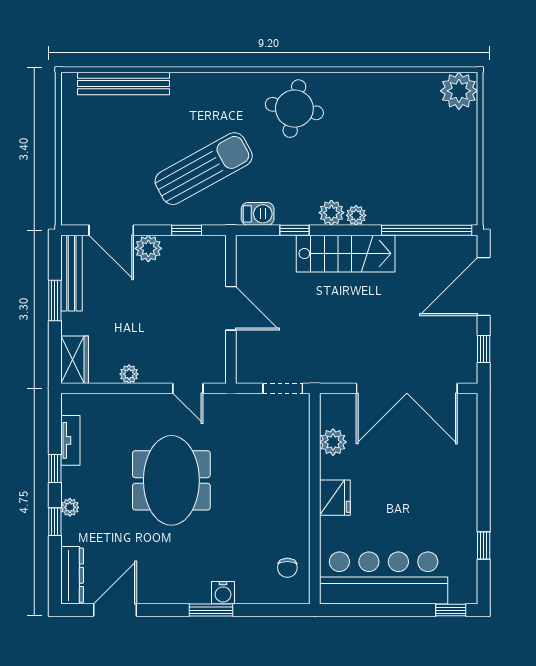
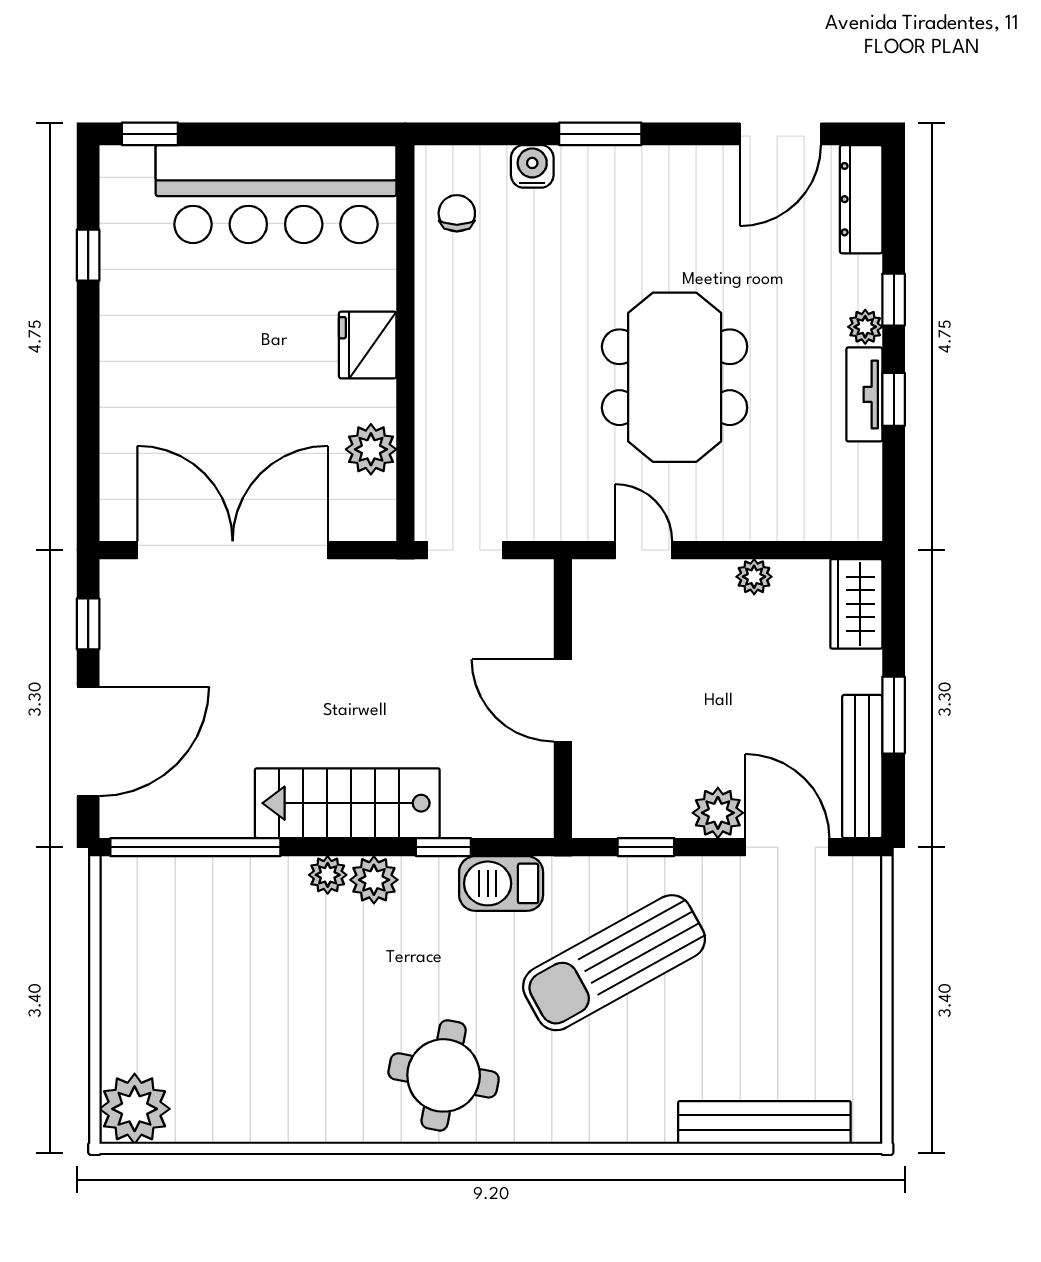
barbecue: (258, 214) -> (501, 883), width x1.38, depth x1.27
tv unit: (70, 440) -> (864, 394), moved
water cooler: (223, 593) -> (532, 166), moved

